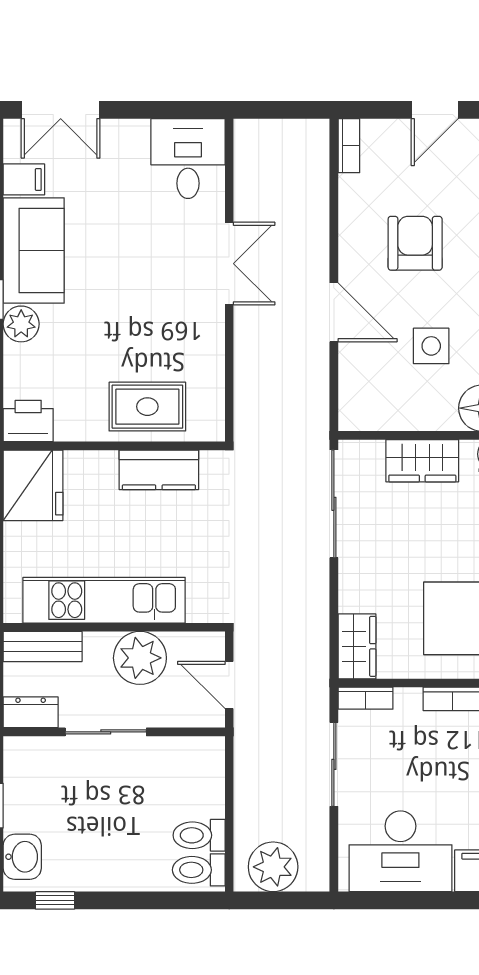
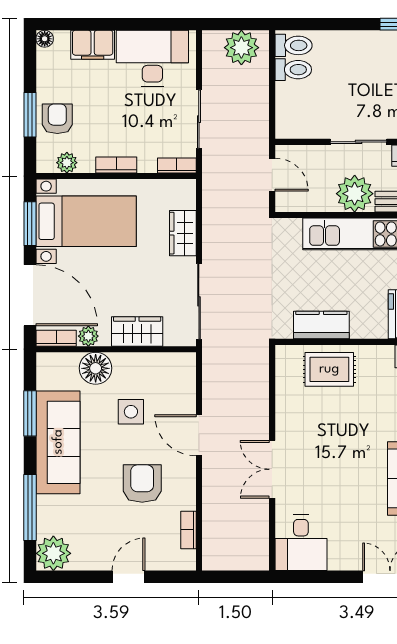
bookcase: (349, 146) -> (188, 530), moved
armchair: (415, 243) -> (142, 484), turned 180
wardrobe: (357, 646) -> (183, 233), moved
plant: (140, 658) -> (355, 194), moved

